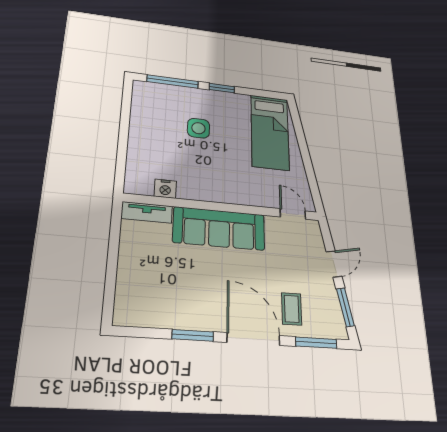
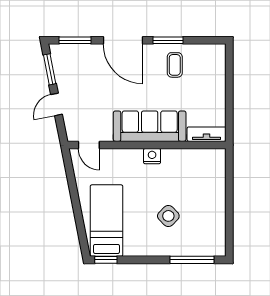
window: (222, 88) -> (106, 260), moved
side table: (198, 128) -> (168, 216), turned 45
nightstand: (165, 189) -> (152, 156), moved
coffee table: (292, 309) -> (175, 65), moved

